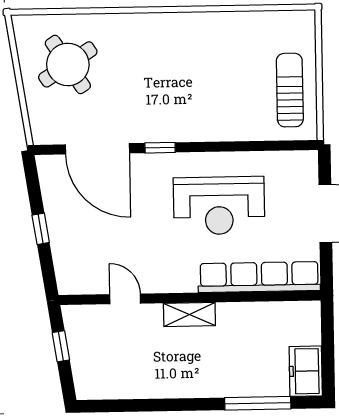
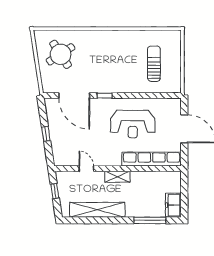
sun lounger: (290, 90) -> (154, 64), moved
shelving: (149, 383) -> (97, 210), added

